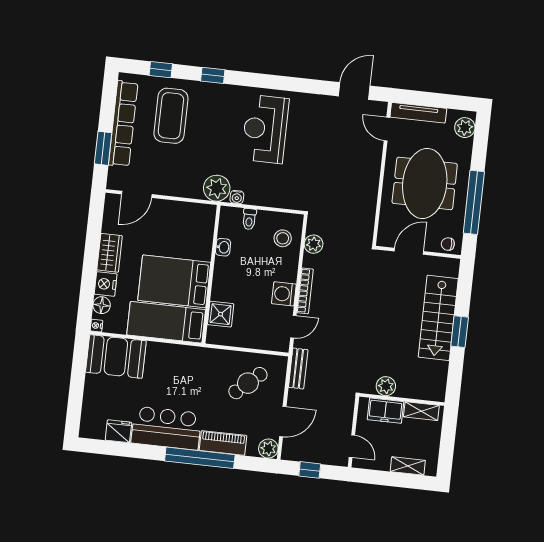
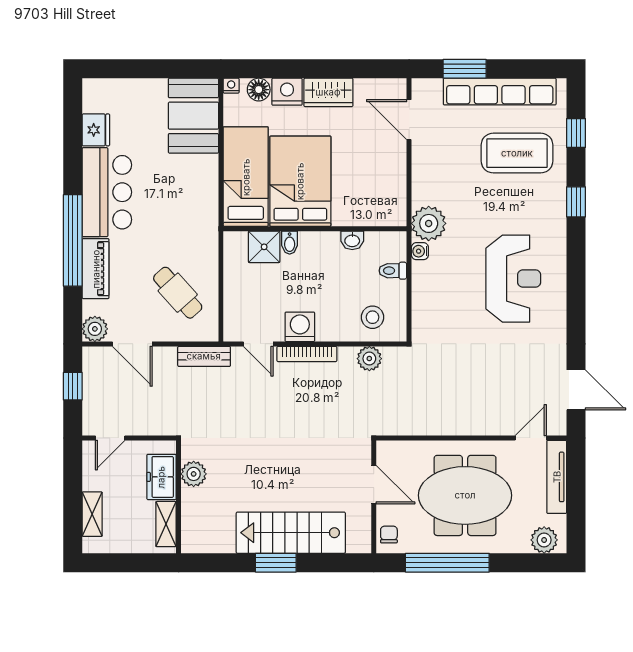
reception desk: (265, 129) -> (513, 279), turned 90
bidet: (220, 295) -> (290, 243), added

